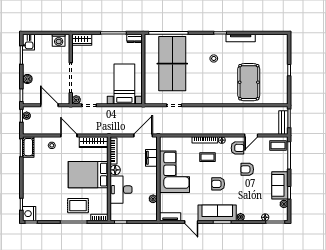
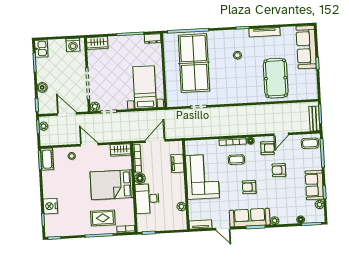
sofa: (279, 54) -> (306, 47), added
door: (143, 135) -> (155, 141), moved
wardrobe: (94, 142) -> (120, 150), width x0.67
nightstand: (29, 214) -> (50, 206), moved

